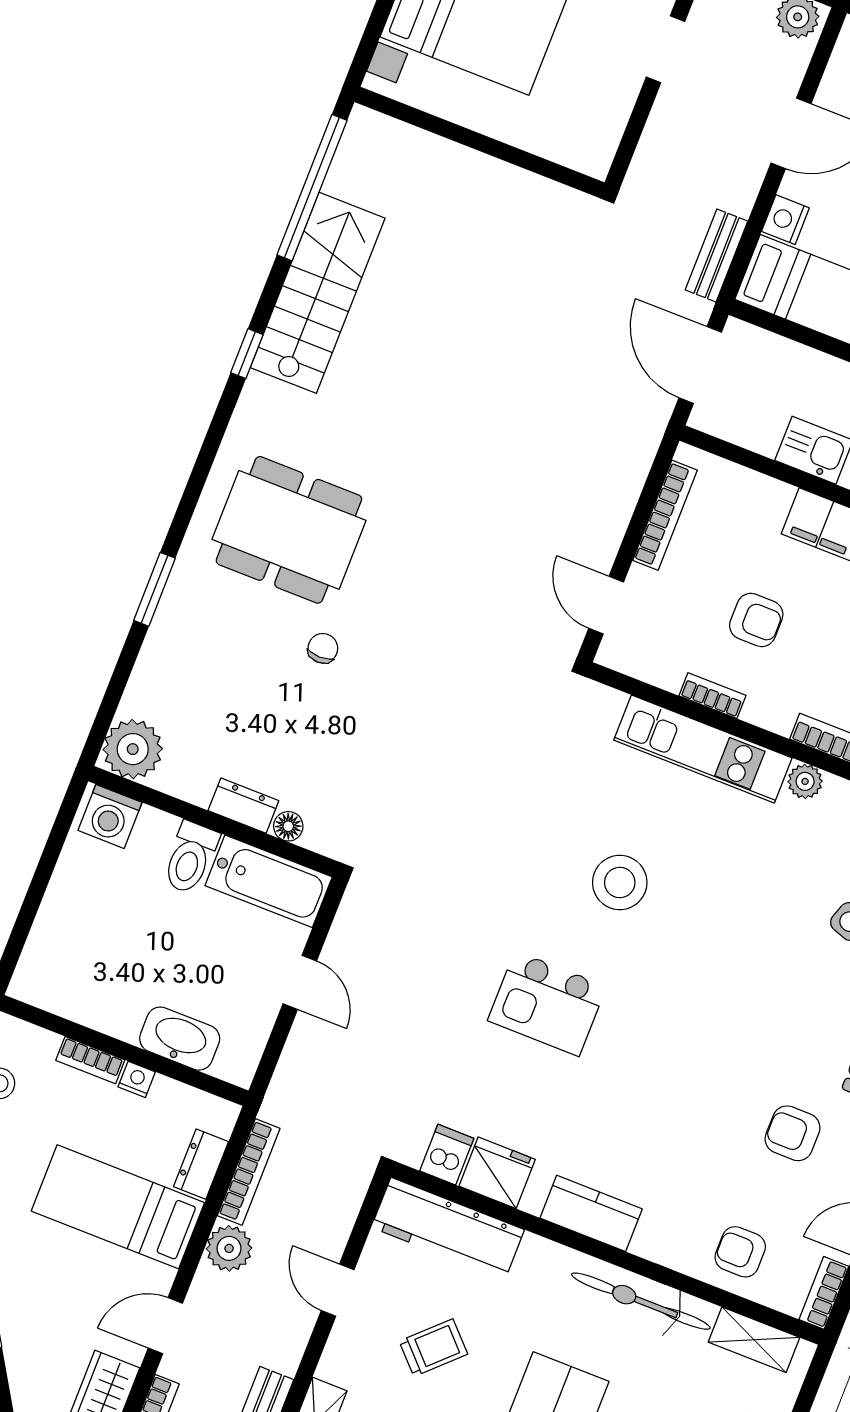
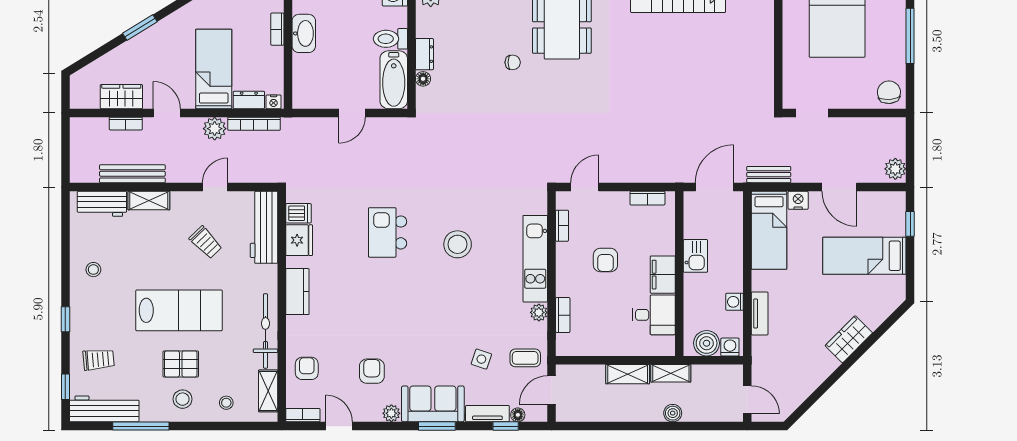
doorway: (666, 49) -> (812, 113), moved
bookcase: (665, 515) -> (647, 198), width x0.64
bookcase: (712, 696) -> (562, 226), moved
washbasin: (180, 1039) -> (304, 33), moved
nightstand: (137, 1079) -> (274, 102), moved, turned 90

